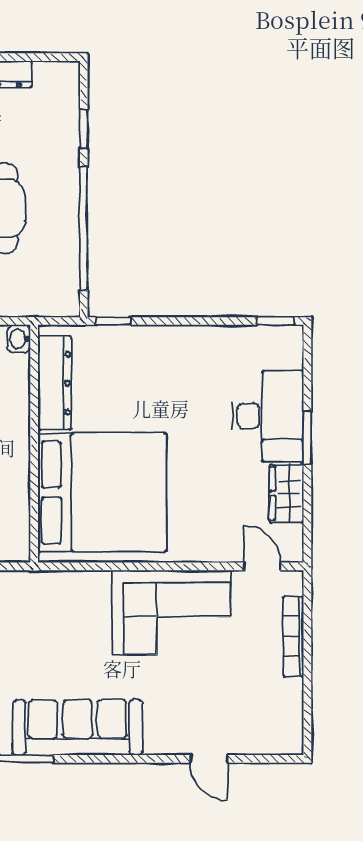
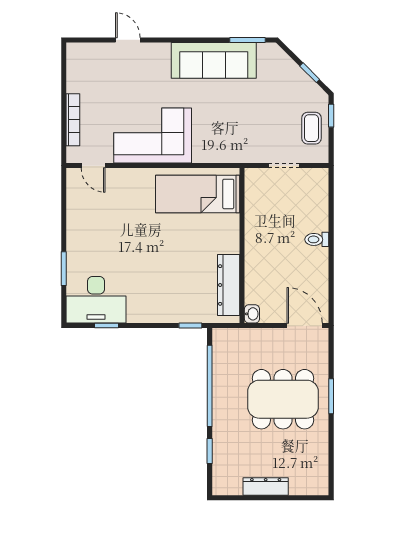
window: (275, 321) -> (107, 326), moved
desk: (268, 416) -> (96, 300), moved, turned -90
window: (307, 438) -> (64, 269), moved
bed: (102, 492) -> (198, 194), width x0.49
wardrobe: (287, 493) -> (77, 213), removed

